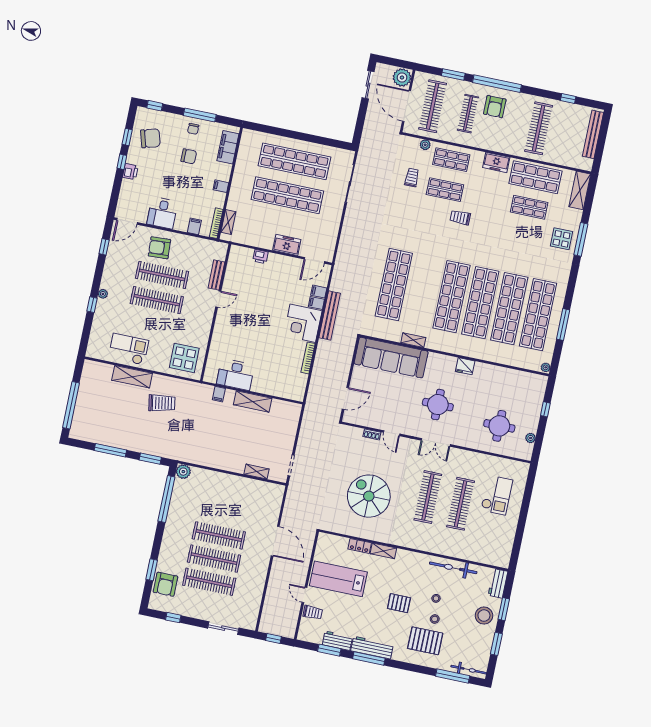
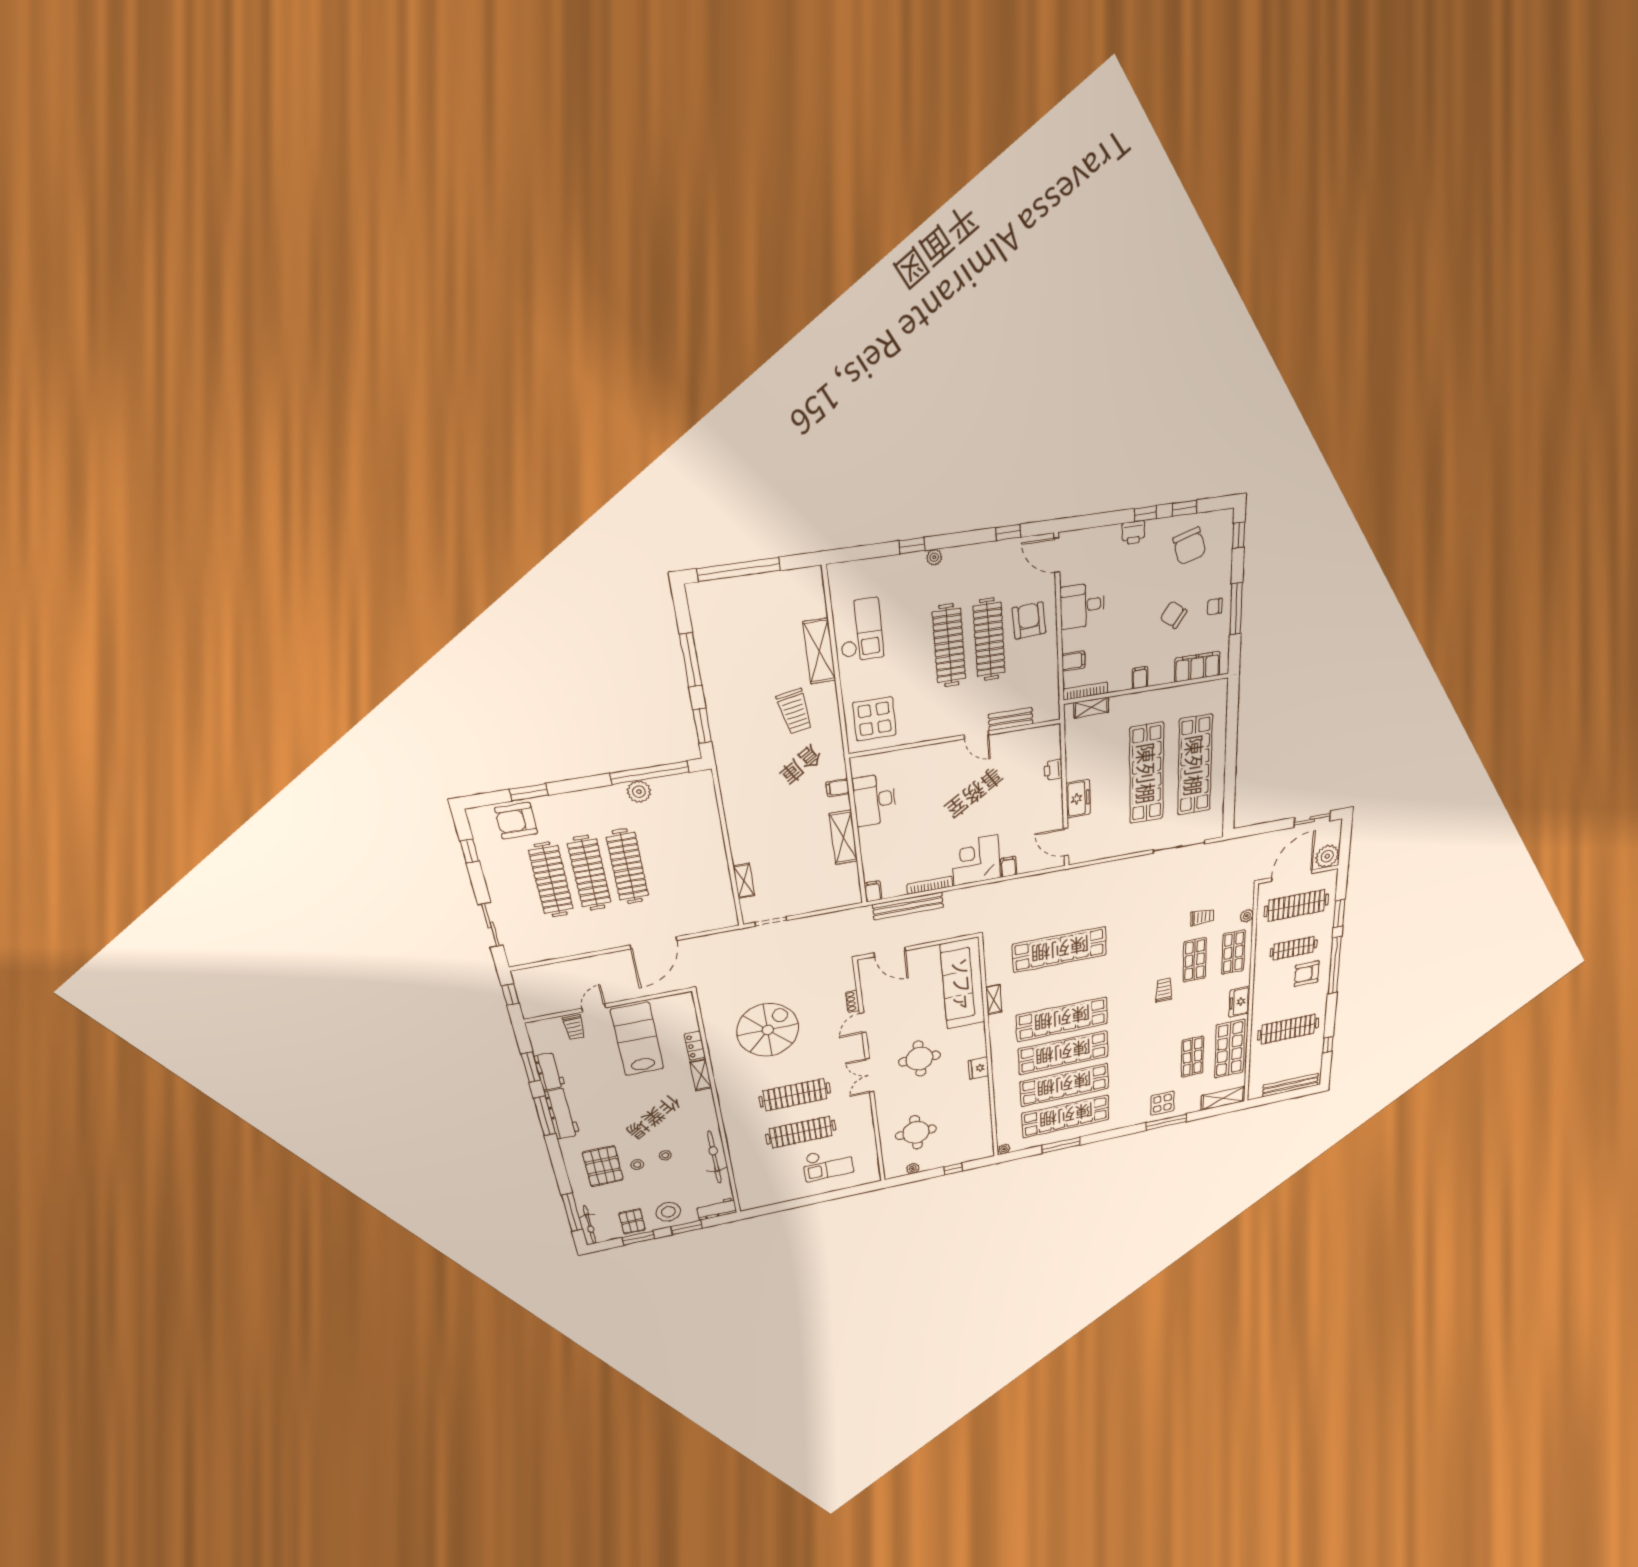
chair: (189, 156) -> (1174, 615), turned 127
filing cabinet: (319, 292) -> (873, 891), moved
bench: (330, 316) -> (908, 906), moved
plant: (183, 472) -> (639, 792), moved
pallet: (399, 603) -> (632, 1221), moved

